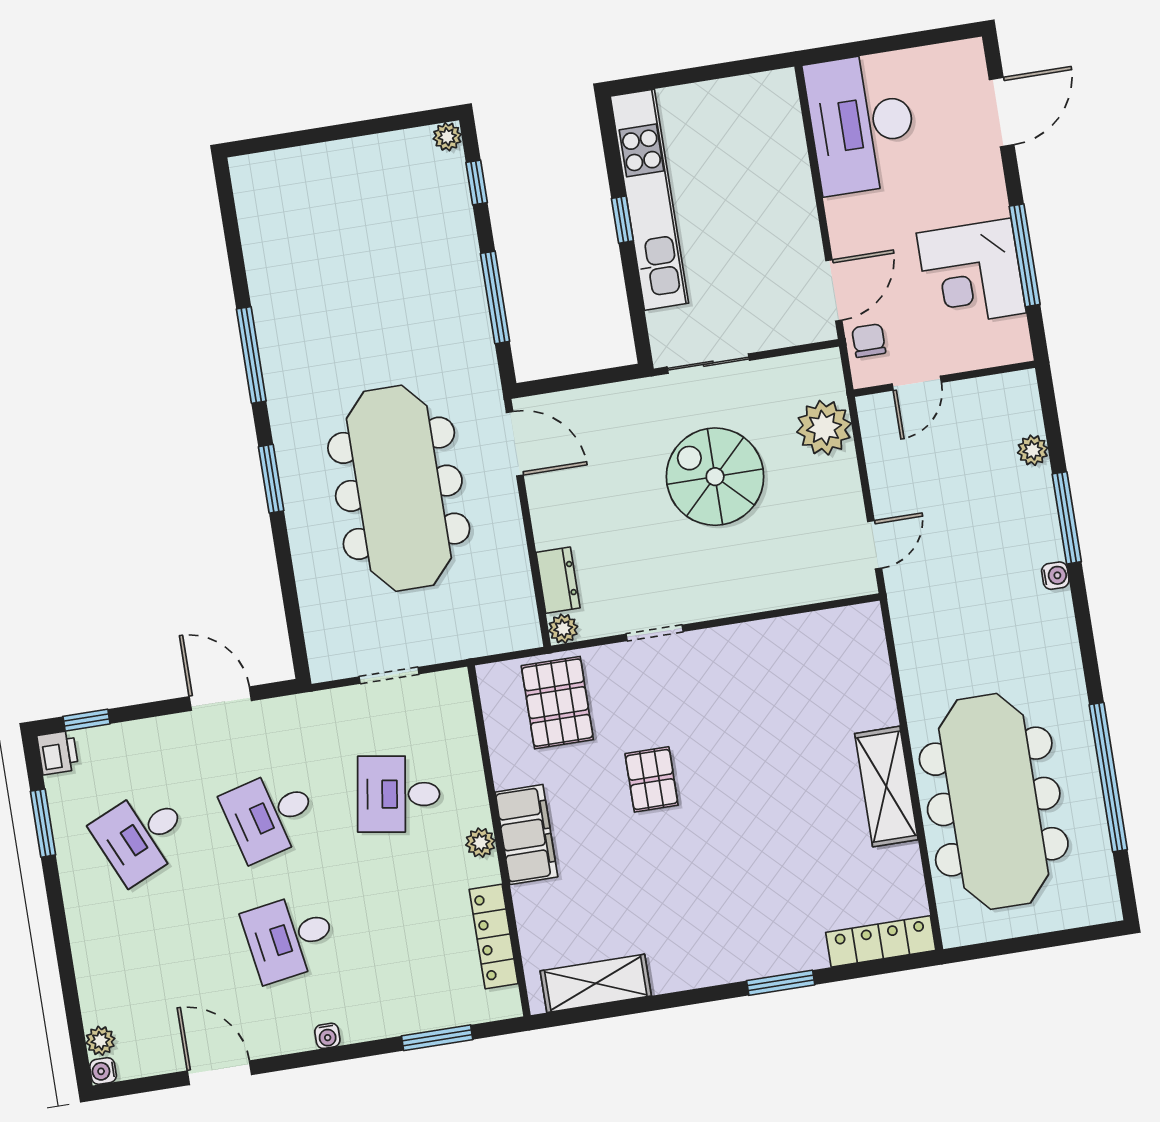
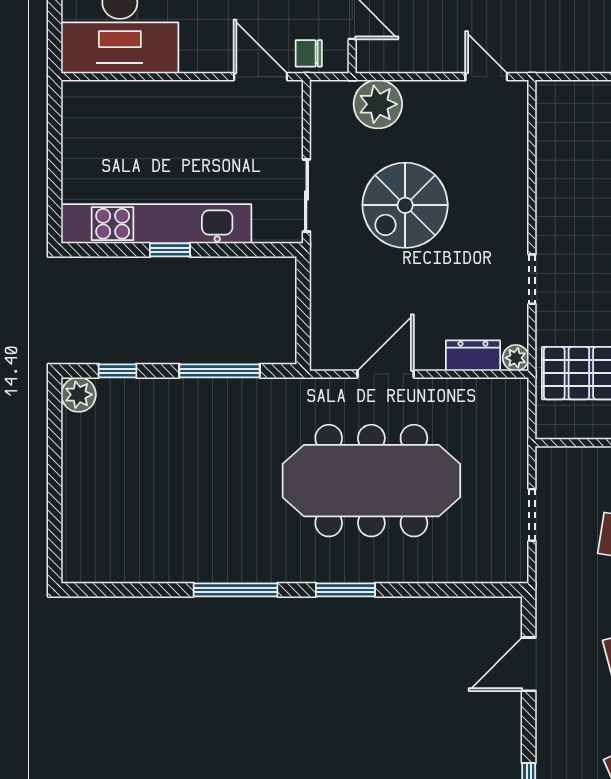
plant: (447, 137) -> (79, 395), width x1.38, depth x1.38
door: (515, 444) -> (386, 374), moved

